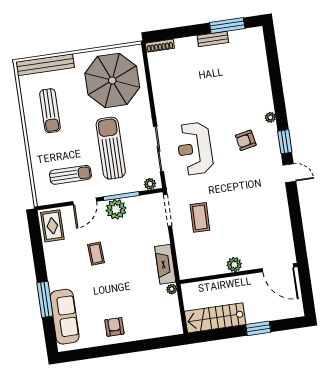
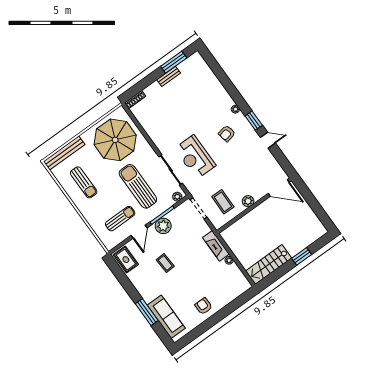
plant: (234, 265) -> (248, 201), moved
door: (278, 268) -> (279, 188), moved
wall: (239, 274) -> (254, 206), moved

